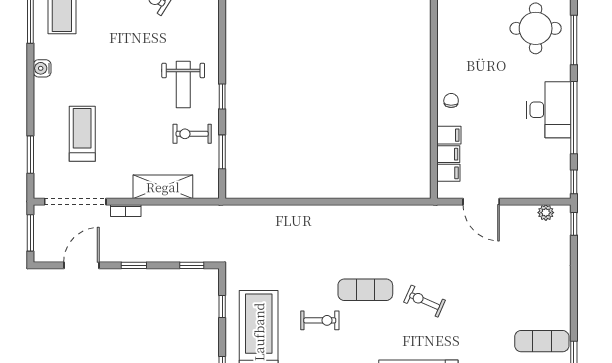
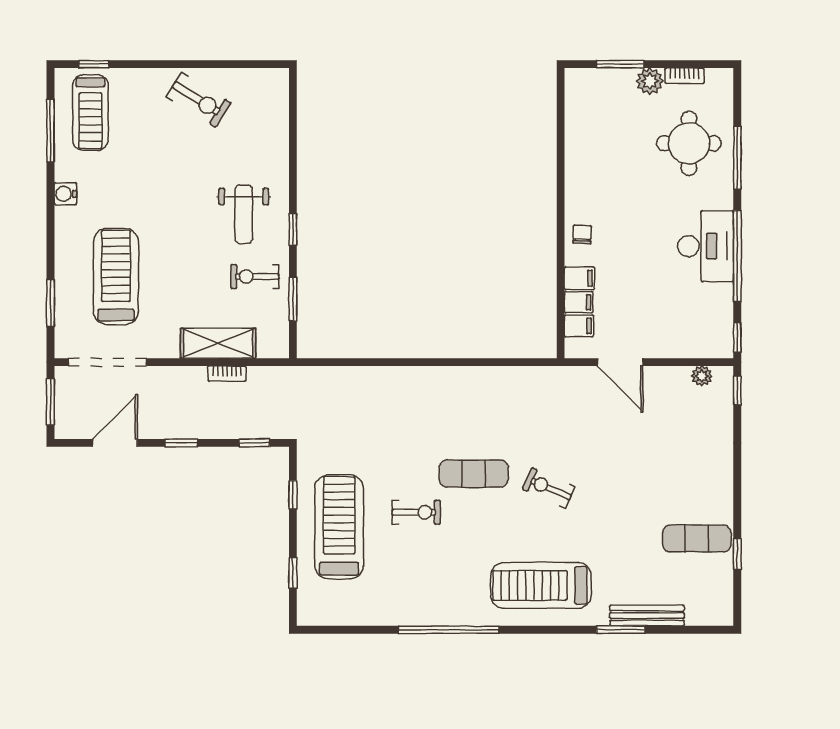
treadmill: (82, 134) -> (116, 276), width x1.37, depth x1.38
bookcase: (126, 211) -> (227, 374), moved

